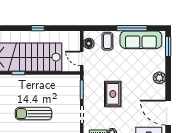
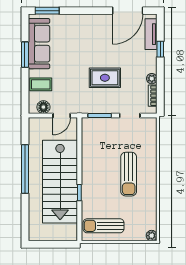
window: (38, 28) -> (25, 169), width x3.17
window: (132, 28) -> (25, 55), width x0.69
plant: (159, 78) -> (85, 21), removed

